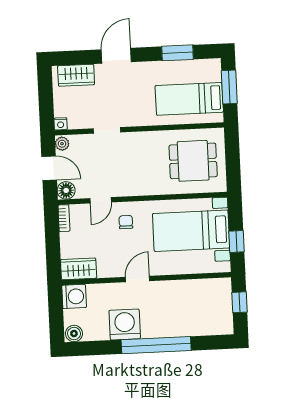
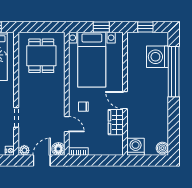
wardrobe: (79, 269) -> (116, 122), moved
washing machine: (125, 324) -> (158, 57), moved
window: (156, 345) -> (174, 72), moved

